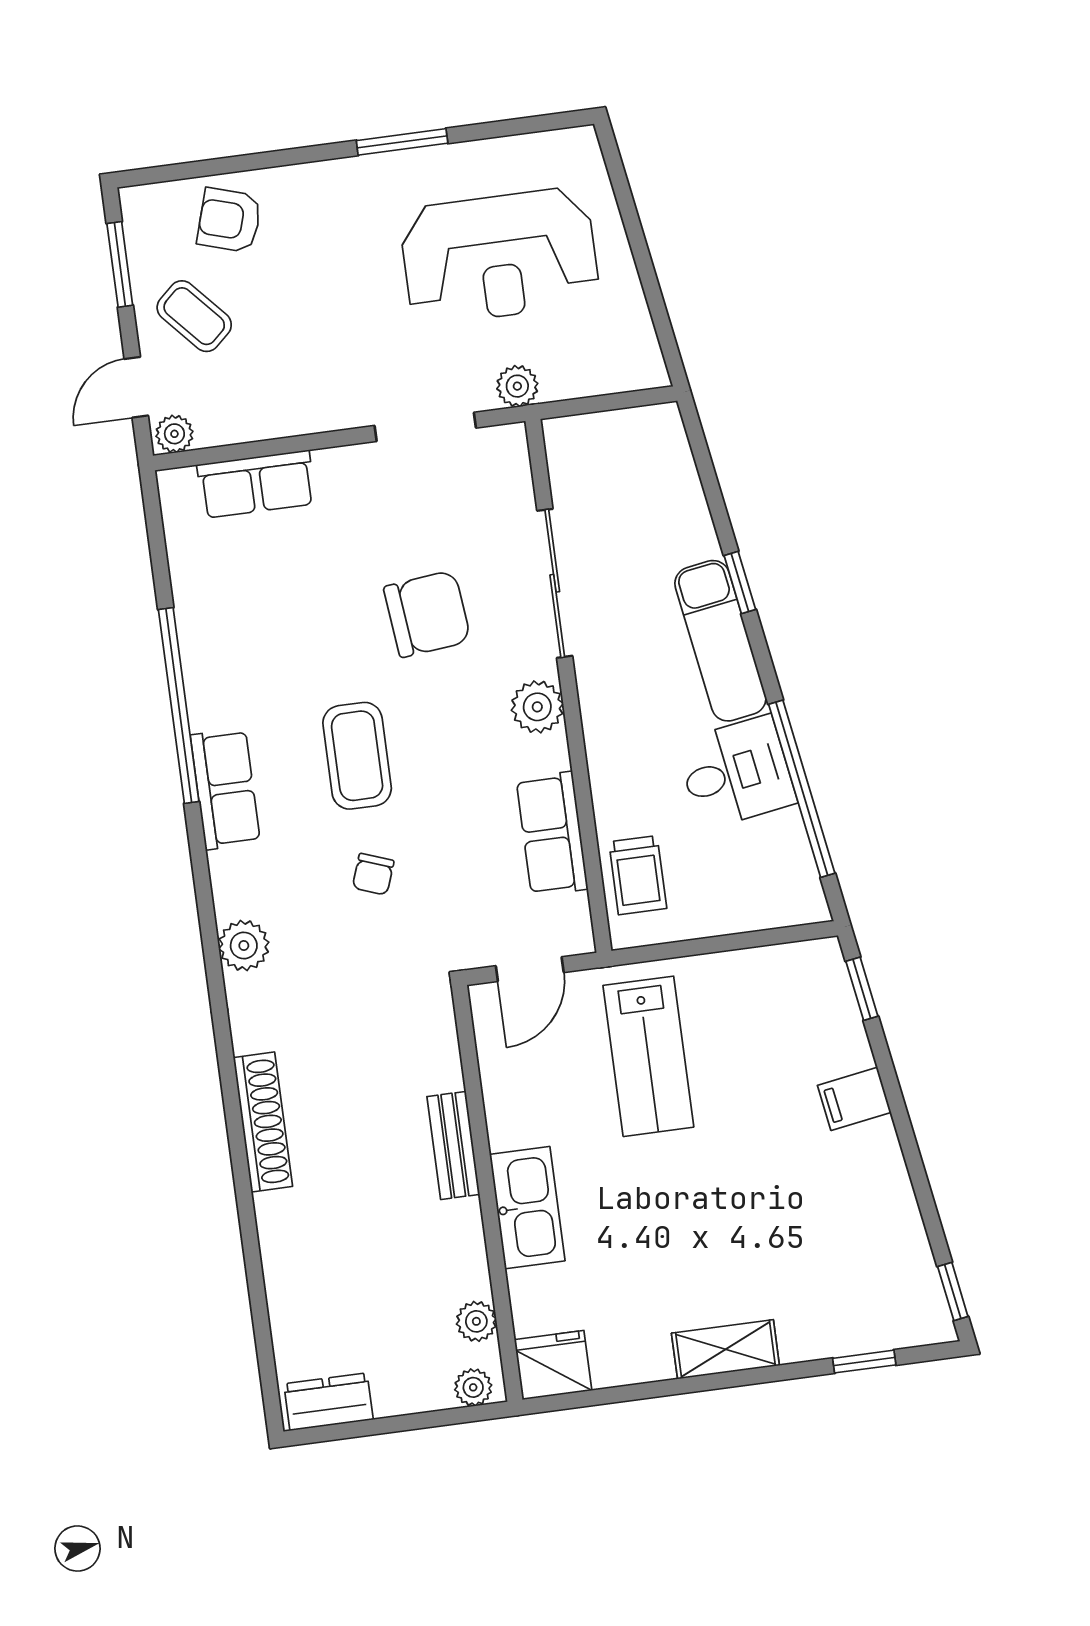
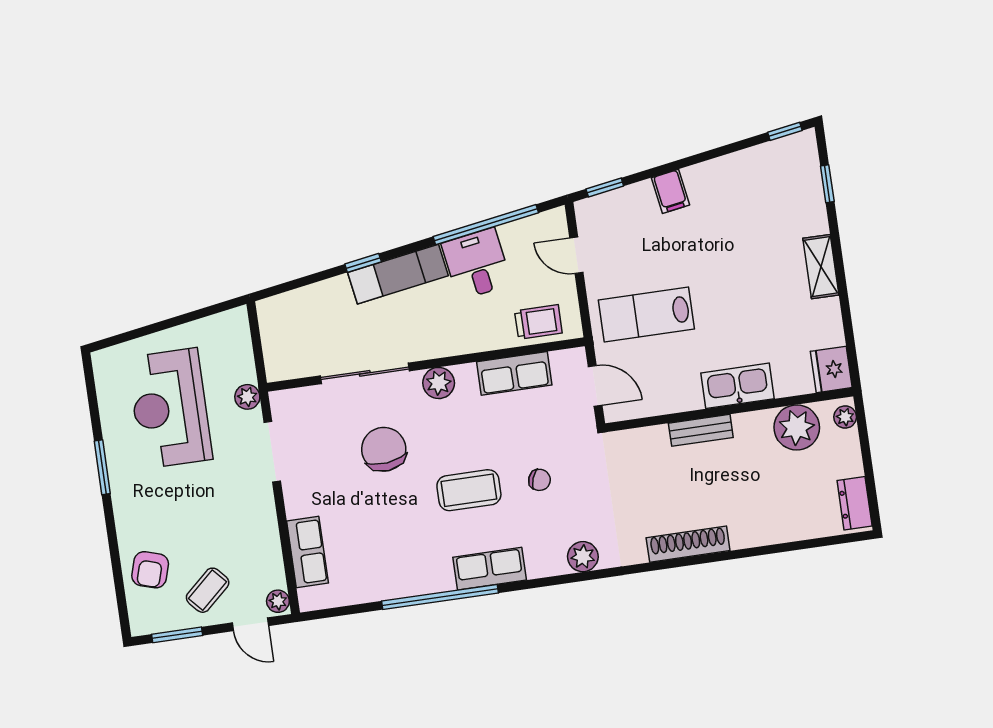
reception desk: (499, 256) -> (170, 408), turned 180
door: (749, 940) -> (576, 255), added
lab bench: (648, 1056) -> (646, 314), turned 180
plant: (476, 1321) -> (797, 427), width x1.87, depth x1.87

